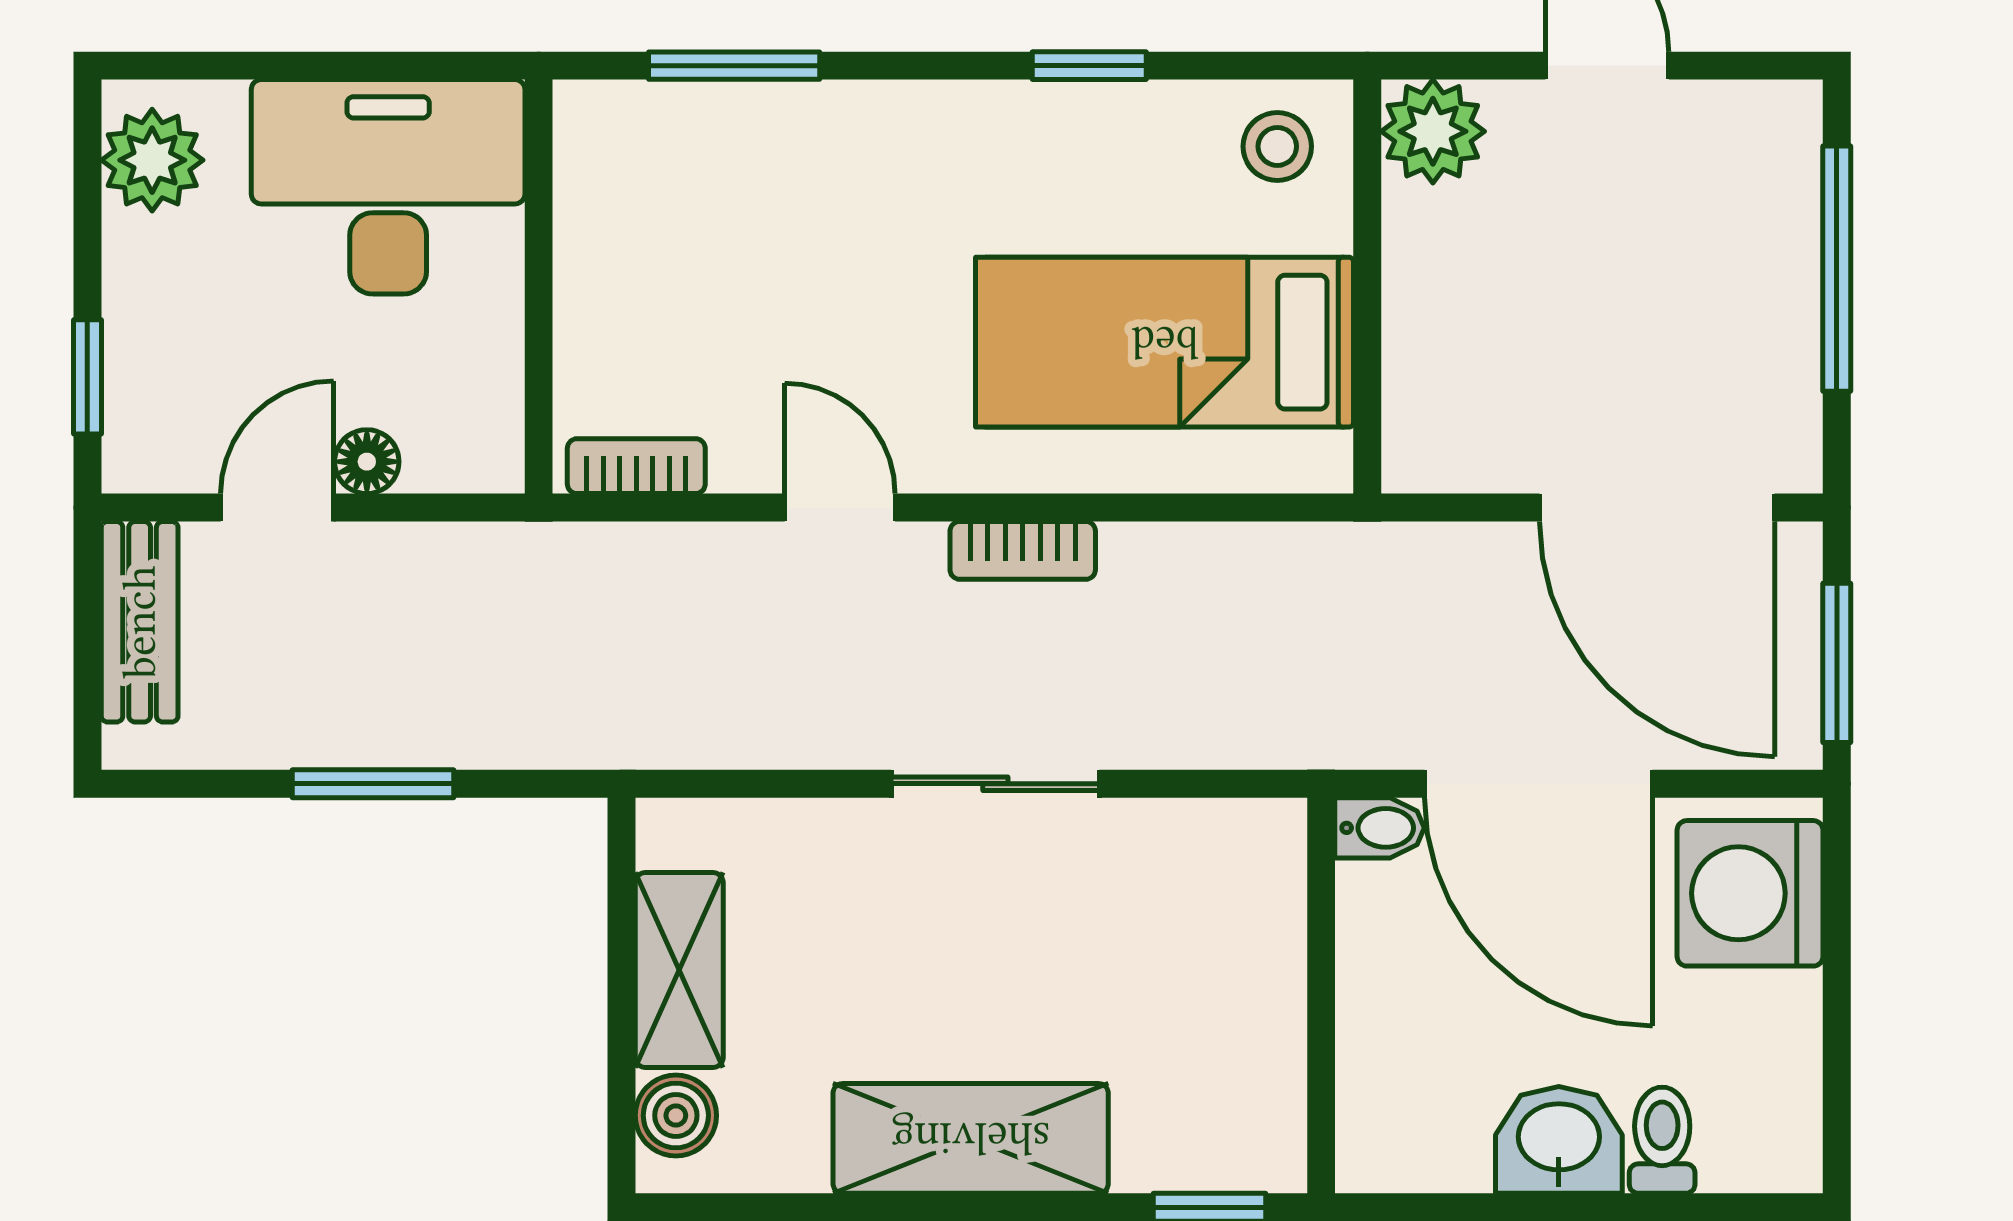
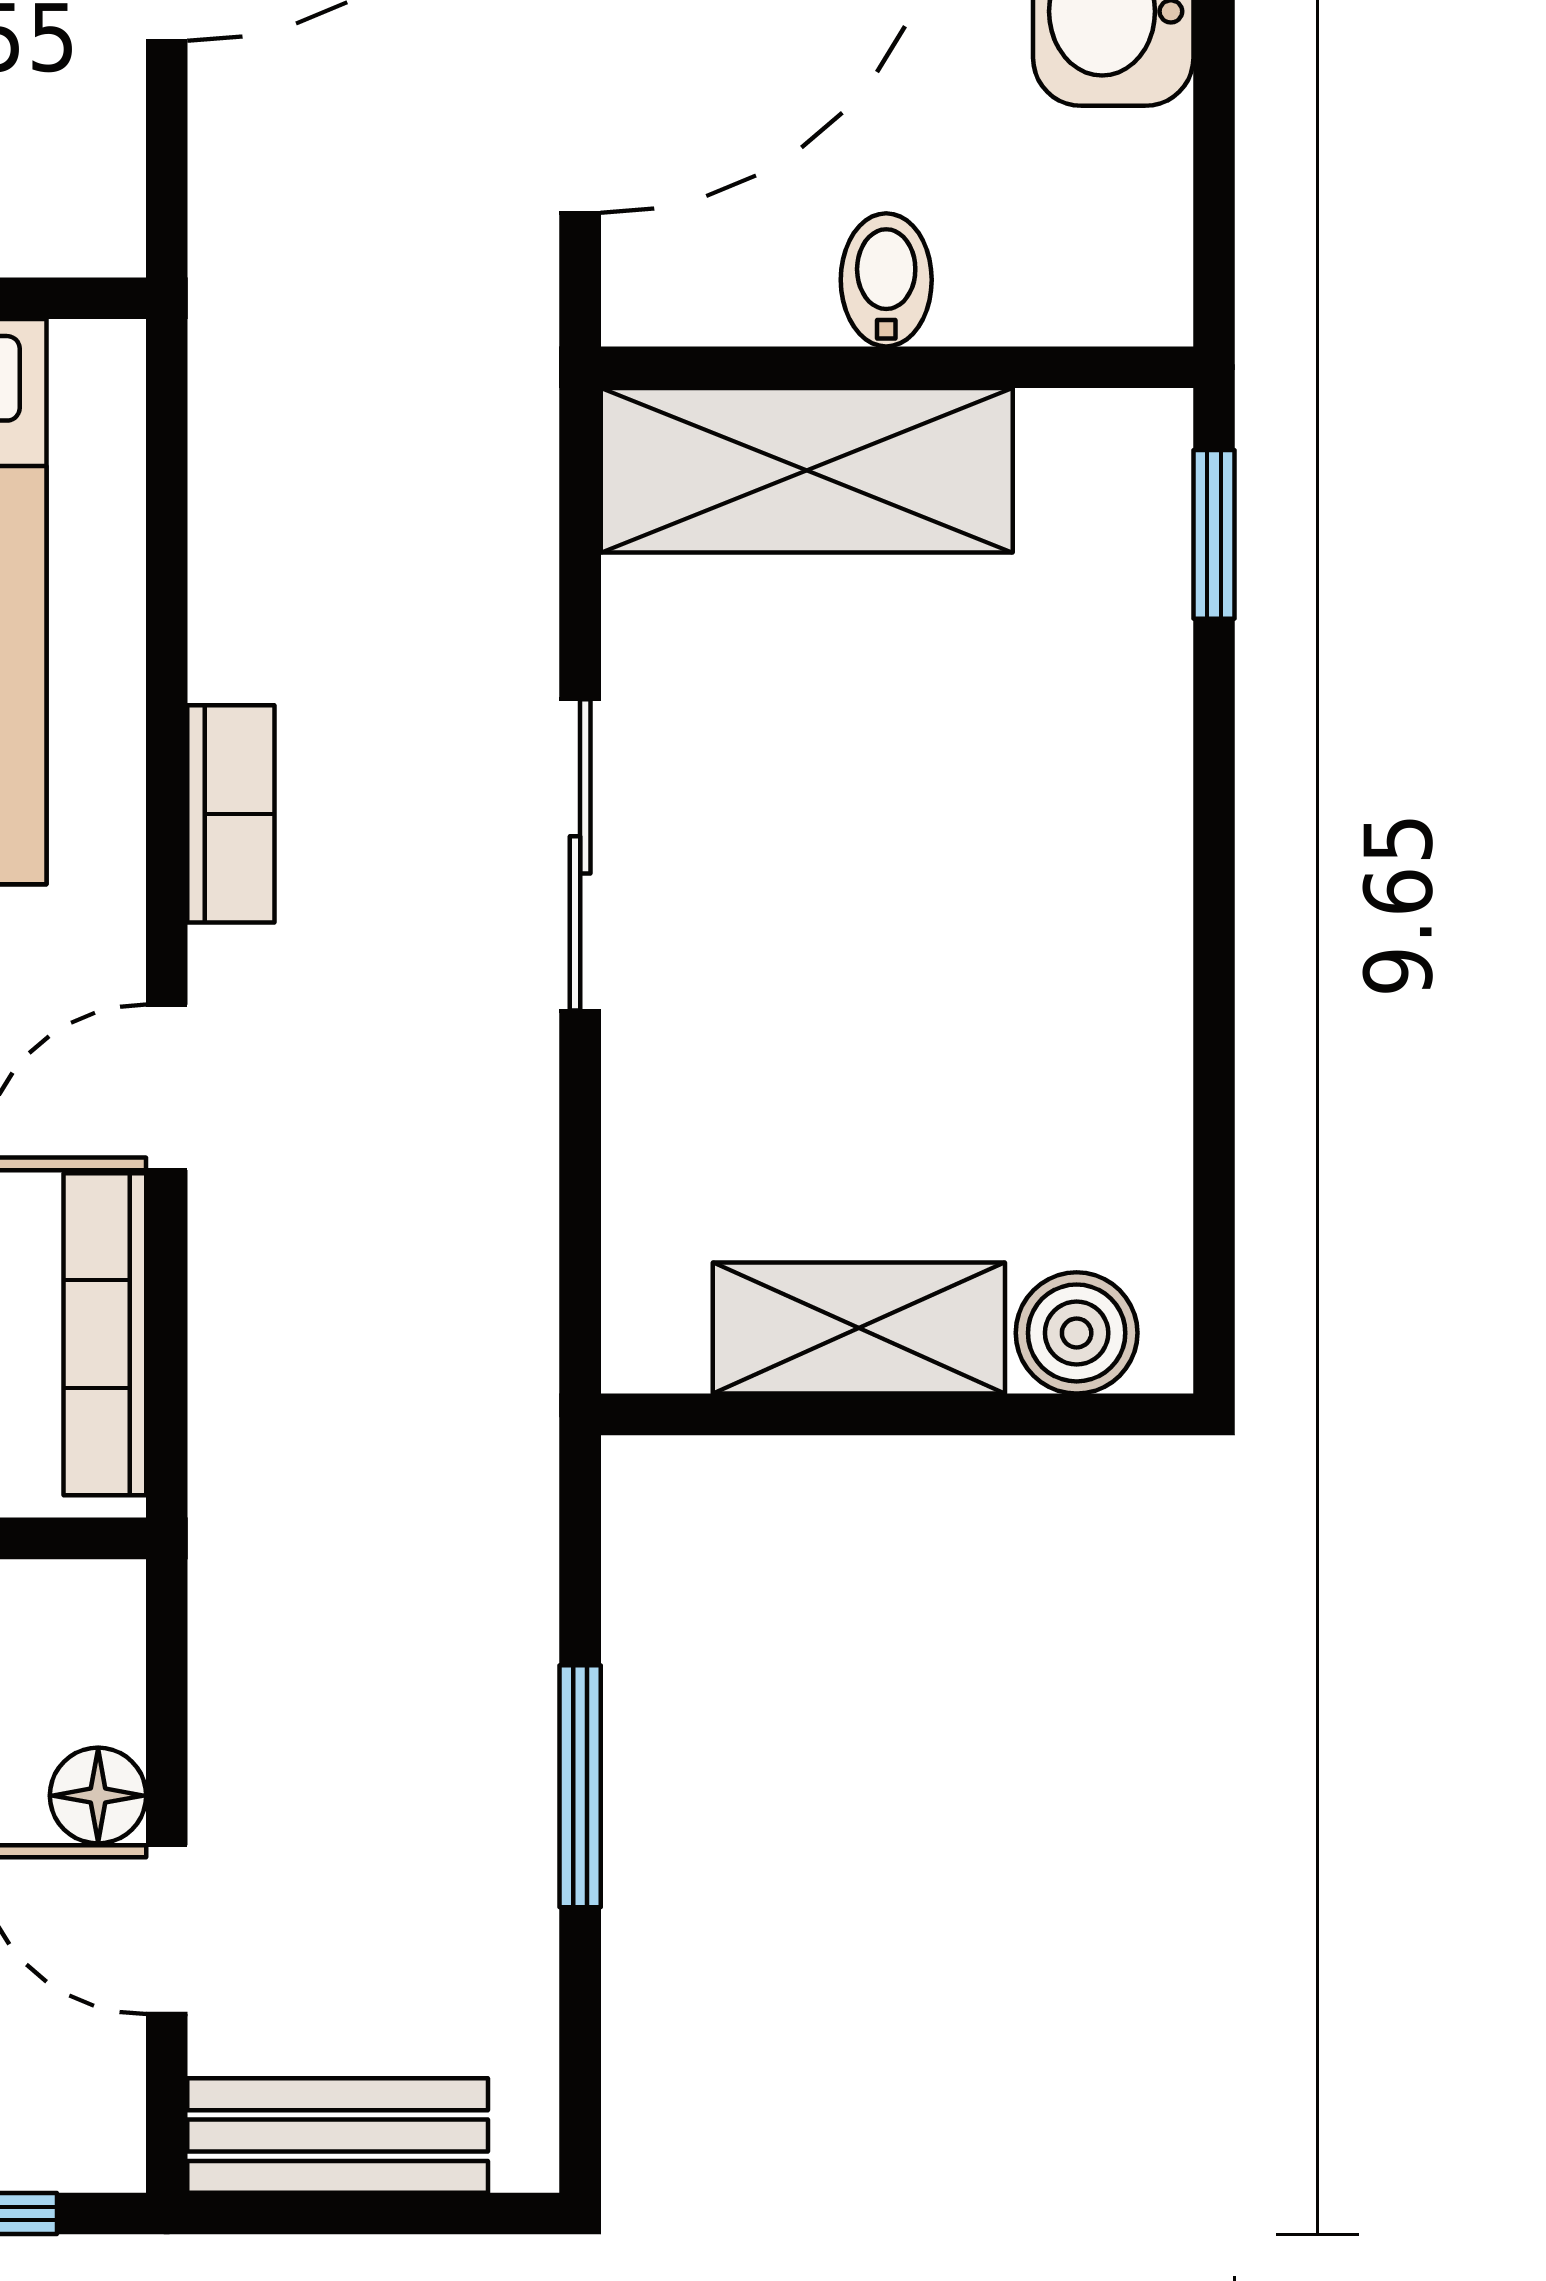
bookcase: (636, 466) -> (105, 1334), width x1.56
bidet: (1380, 828) -> (886, 280), moved
shelving: (971, 1138) -> (807, 470), moved, turned 90

